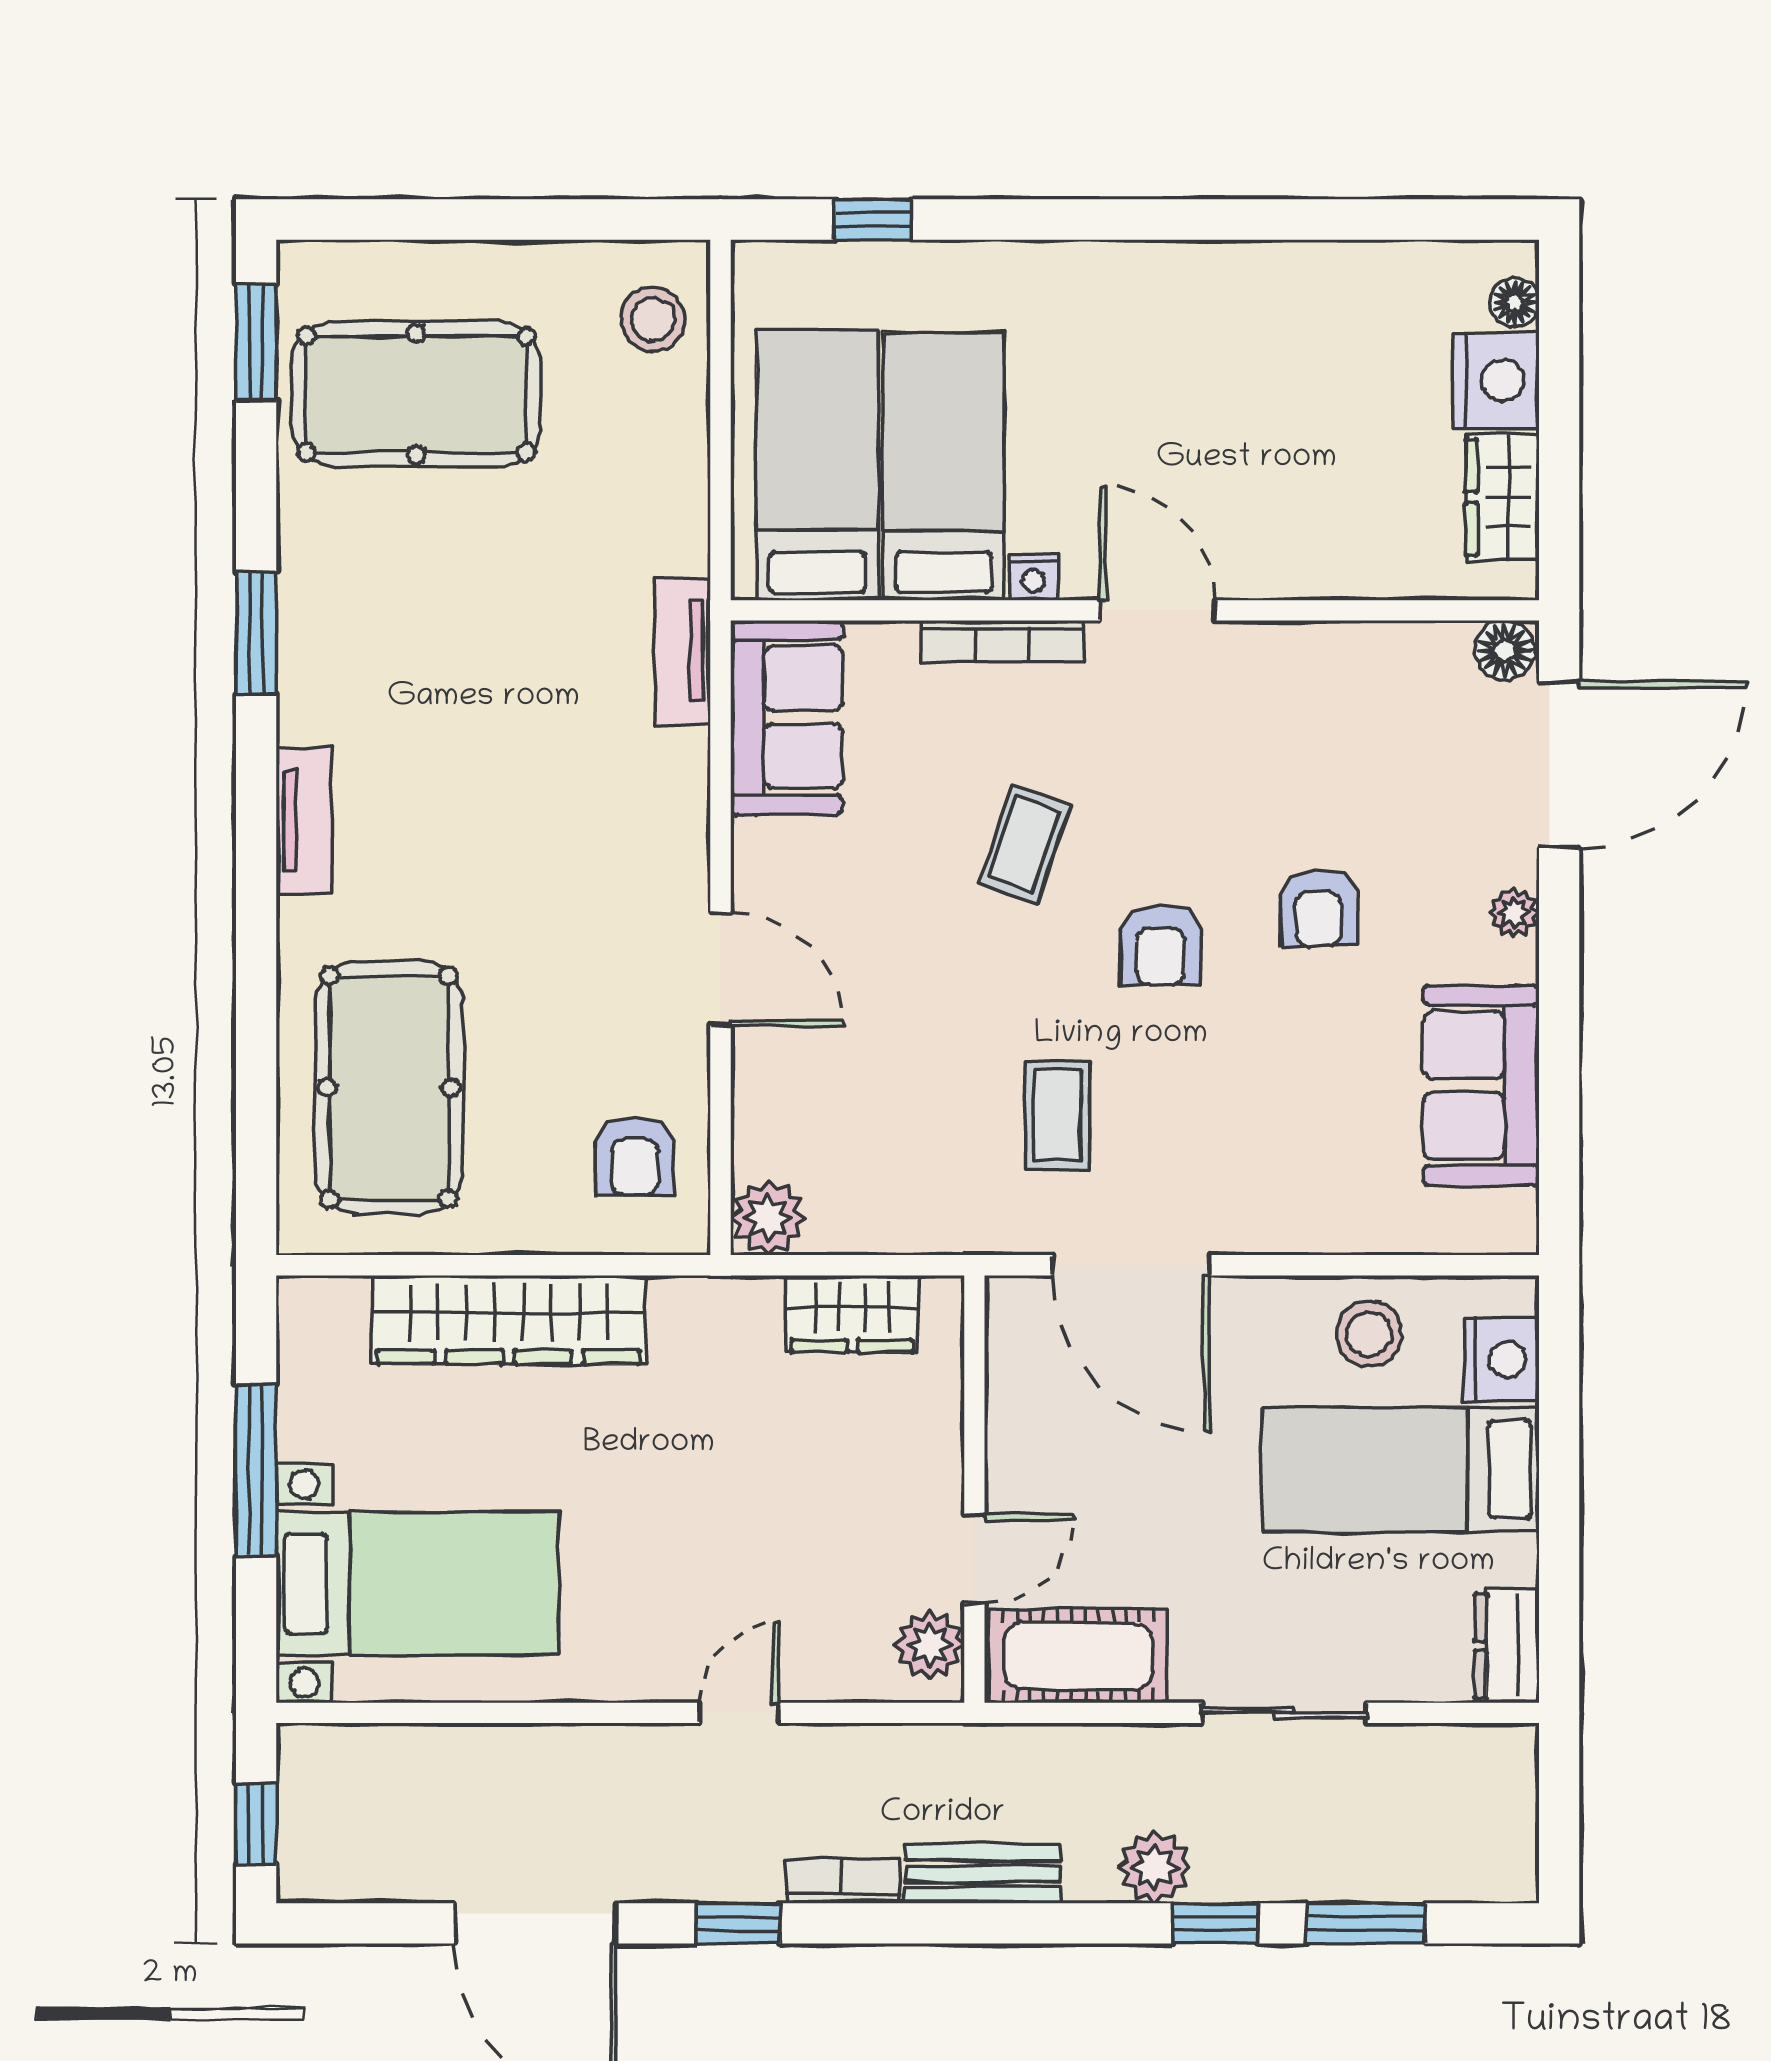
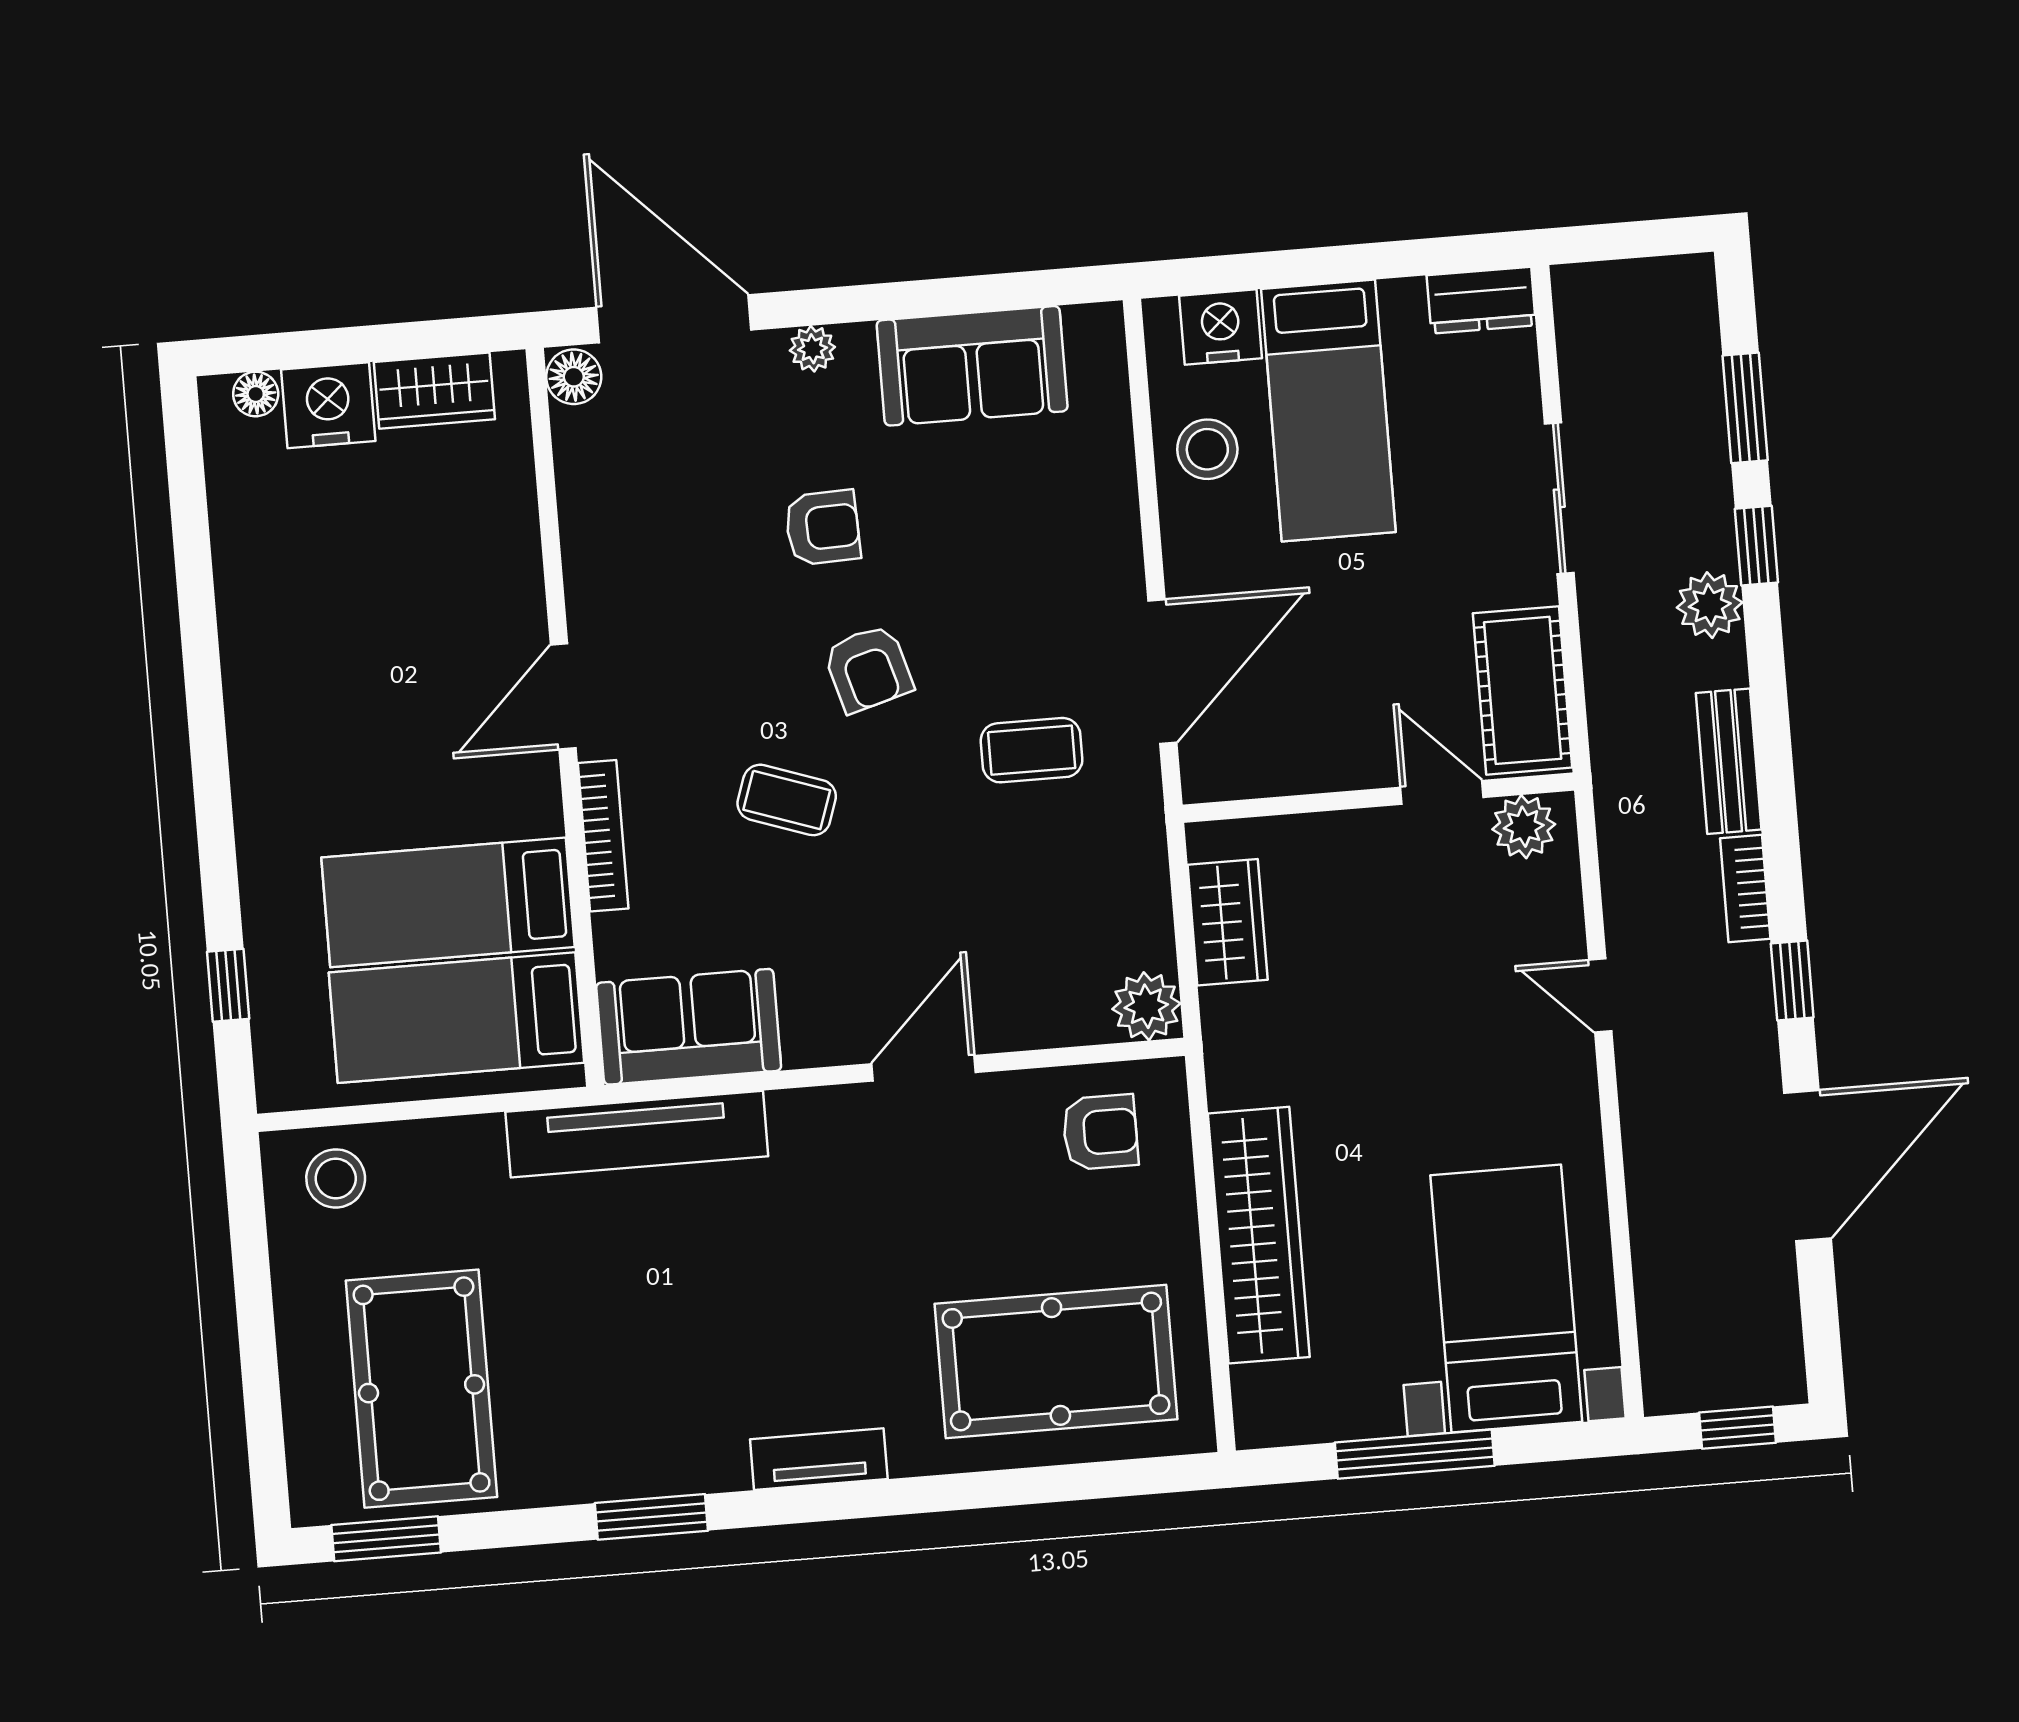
nightstand: (1034, 577) -> (542, 812), removed
tv unit: (682, 651) -> (637, 1134), width x1.92, depth x1.29
armchair: (1161, 945) -> (868, 669), turned 74

